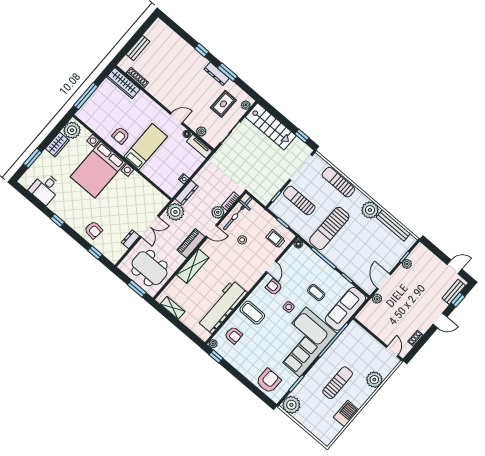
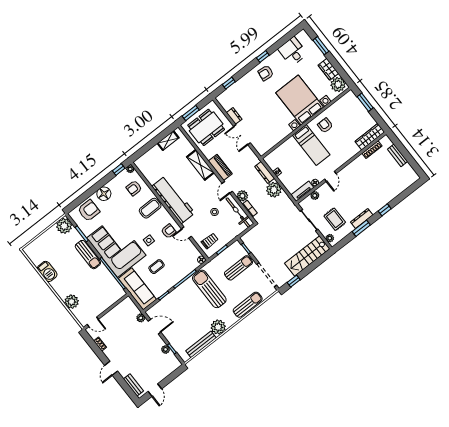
window: (86, 96) -> (365, 102), width x0.69
plant: (175, 212) -> (274, 190), moved
armchair: (94, 230) -> (266, 73), moved
window: (458, 300) -> (126, 387), removed
workbench: (222, 307) -> (173, 200), moved
floor lamp: (246, 368) -> (104, 194), added
armchair: (269, 381) -> (89, 211), turned -90
sun lounger: (338, 383) -> (88, 255), moved

